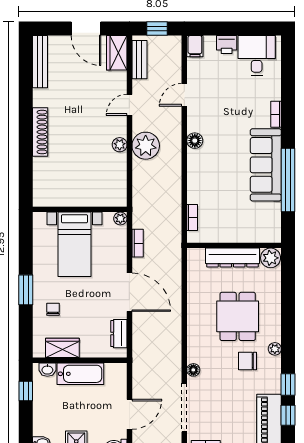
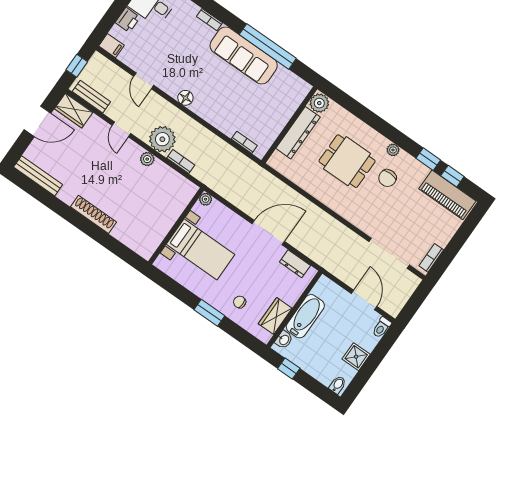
bookcase: (138, 243) -> (181, 161), moved
floor lamp: (193, 370) -> (365, 225), removed

